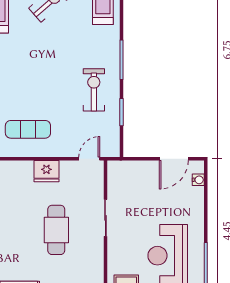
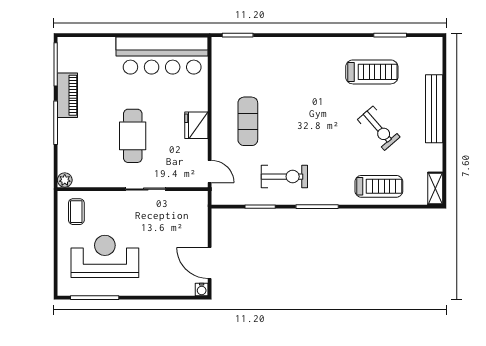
exercise mat: (28, 129) -> (248, 121), moved
water cooler: (198, 180) -> (202, 289), moved
cafe table: (56, 230) -> (133, 136), turned 90

